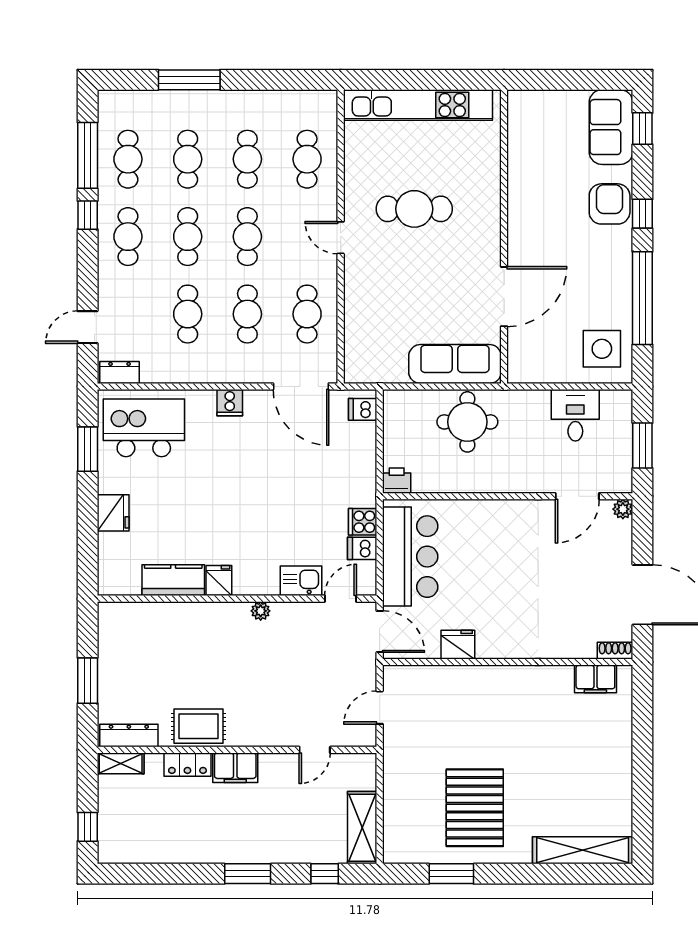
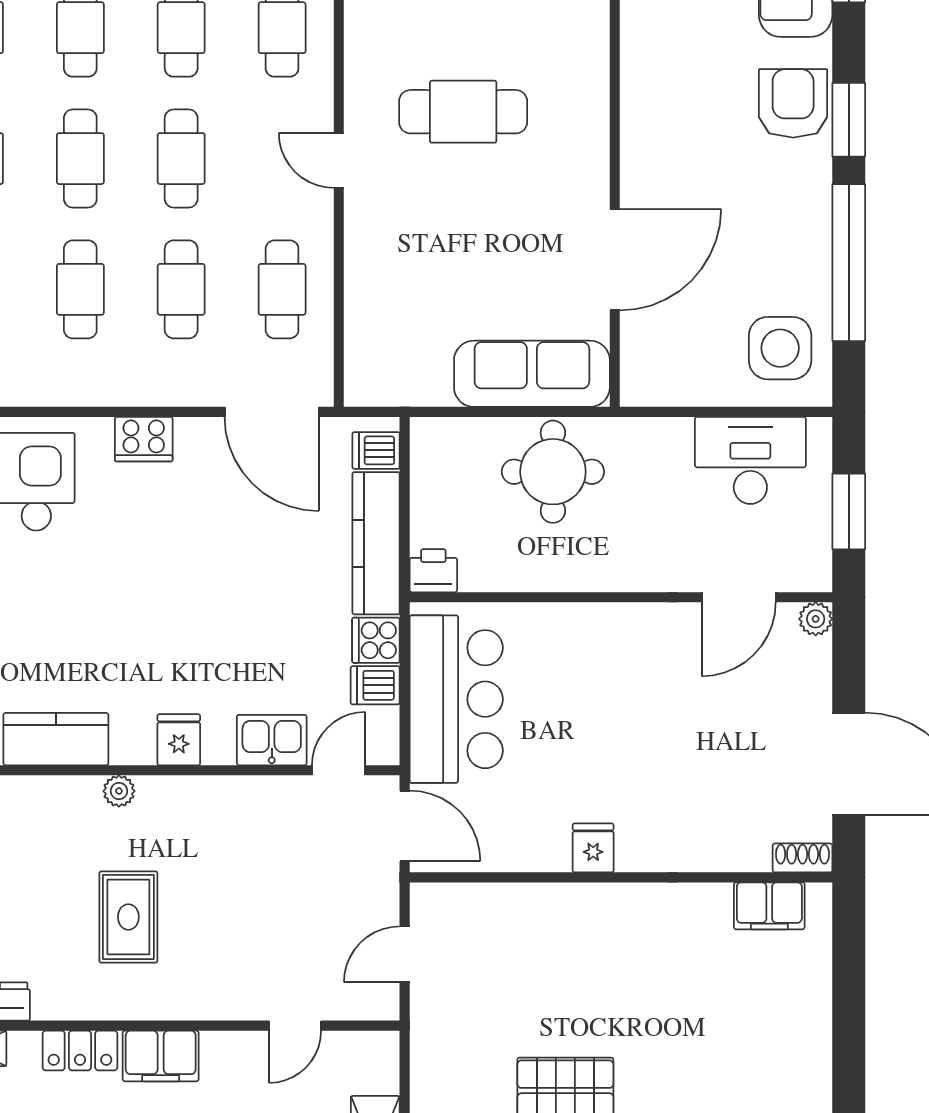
window: (642, 214) -> (849, 120), width x1.50
cooker: (230, 403) -> (144, 439), width x1.36
desk: (575, 415) -> (750, 460), width x1.37
kitchen counter: (363, 464) -> (376, 543), added
fridge: (219, 581) -> (179, 740), moved
plant: (261, 611) -> (119, 791), moved
fridge: (458, 645) -> (593, 848), moved, width x0.72
rug: (199, 726) -> (128, 917), moved, turned 90

